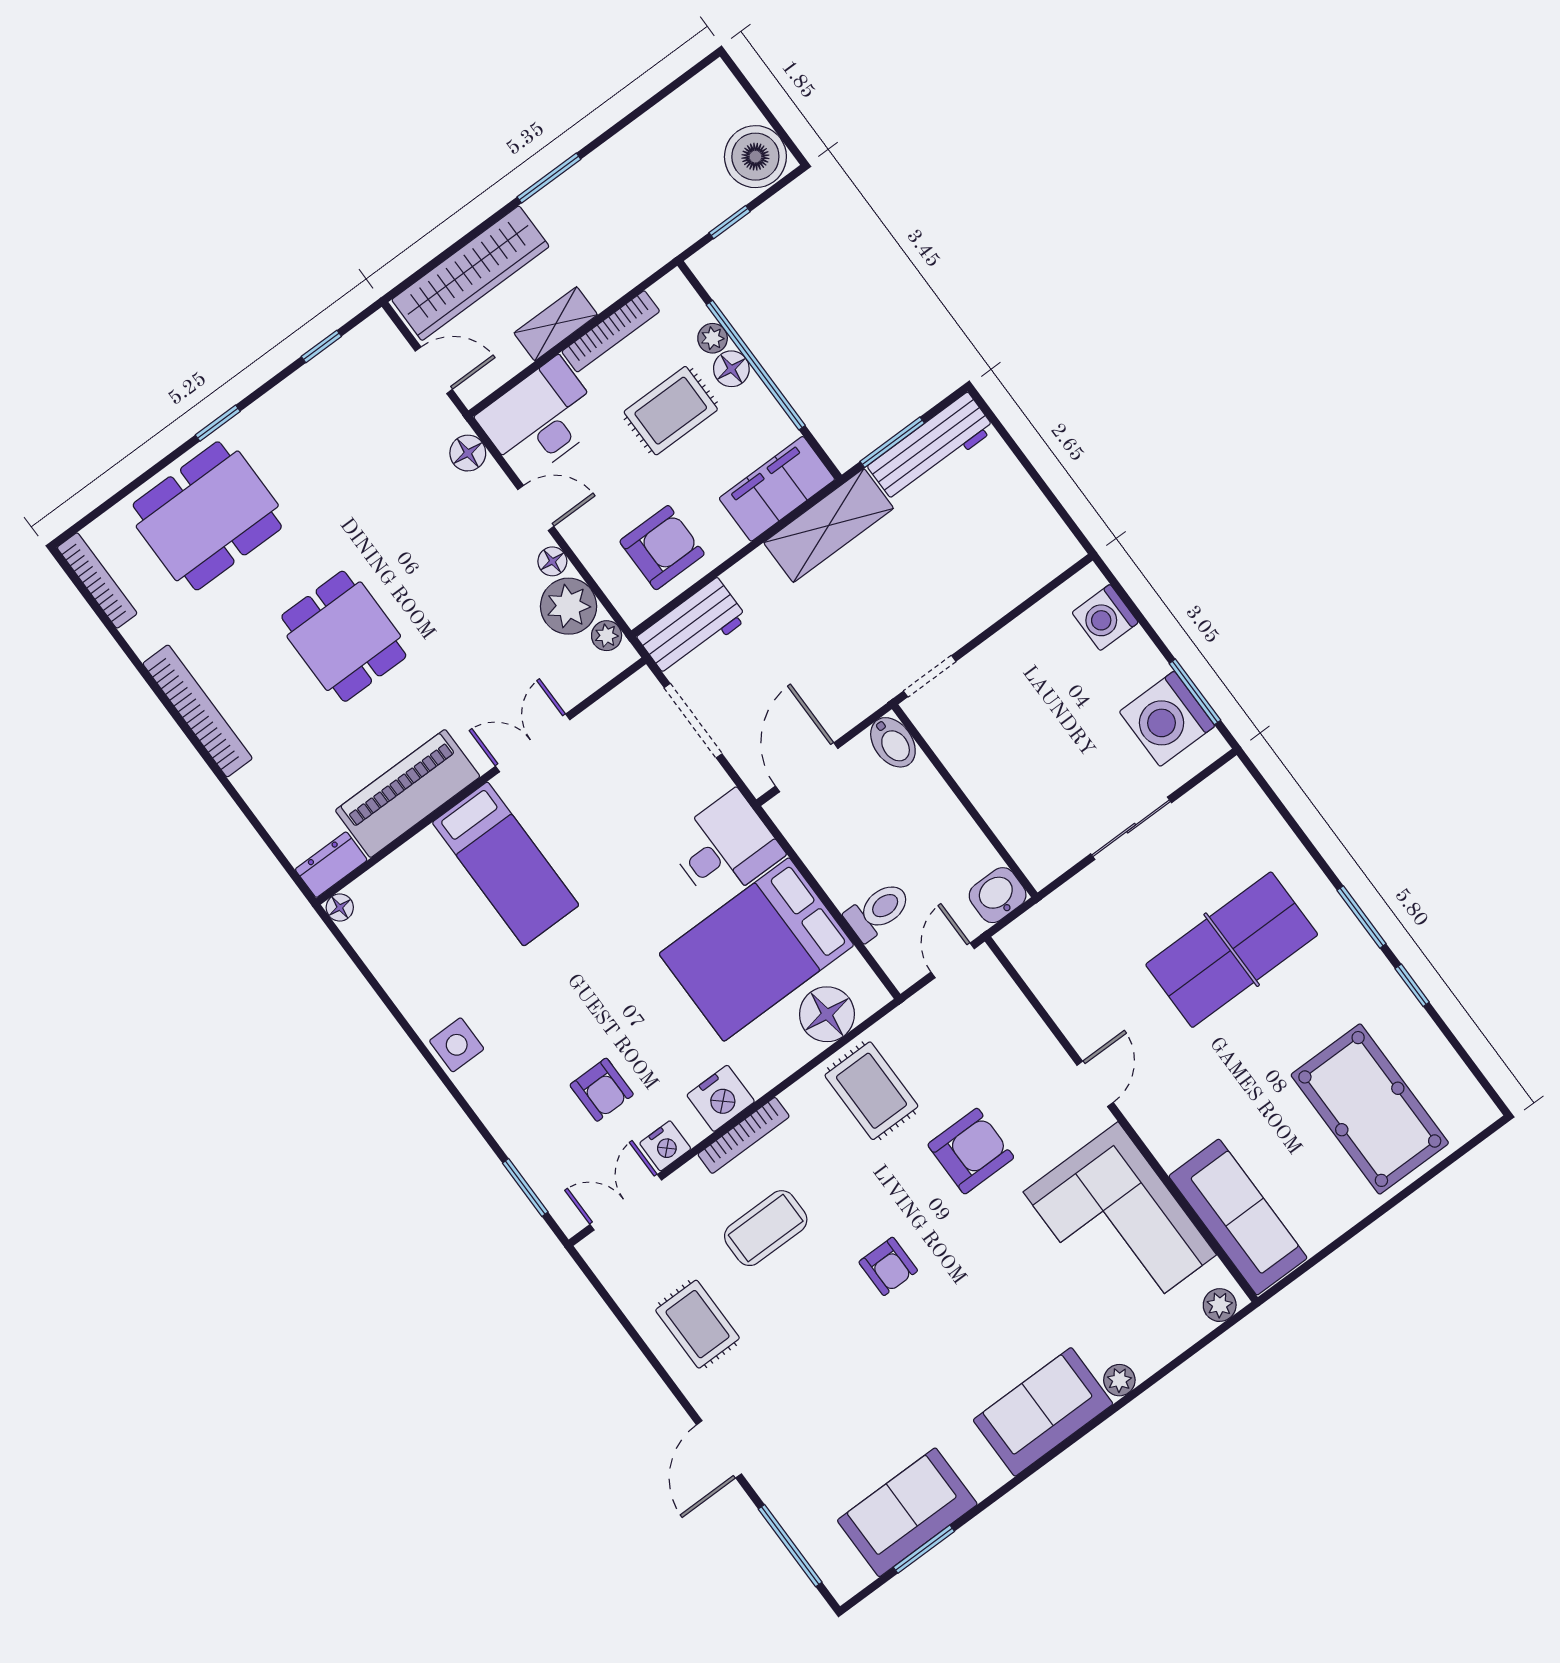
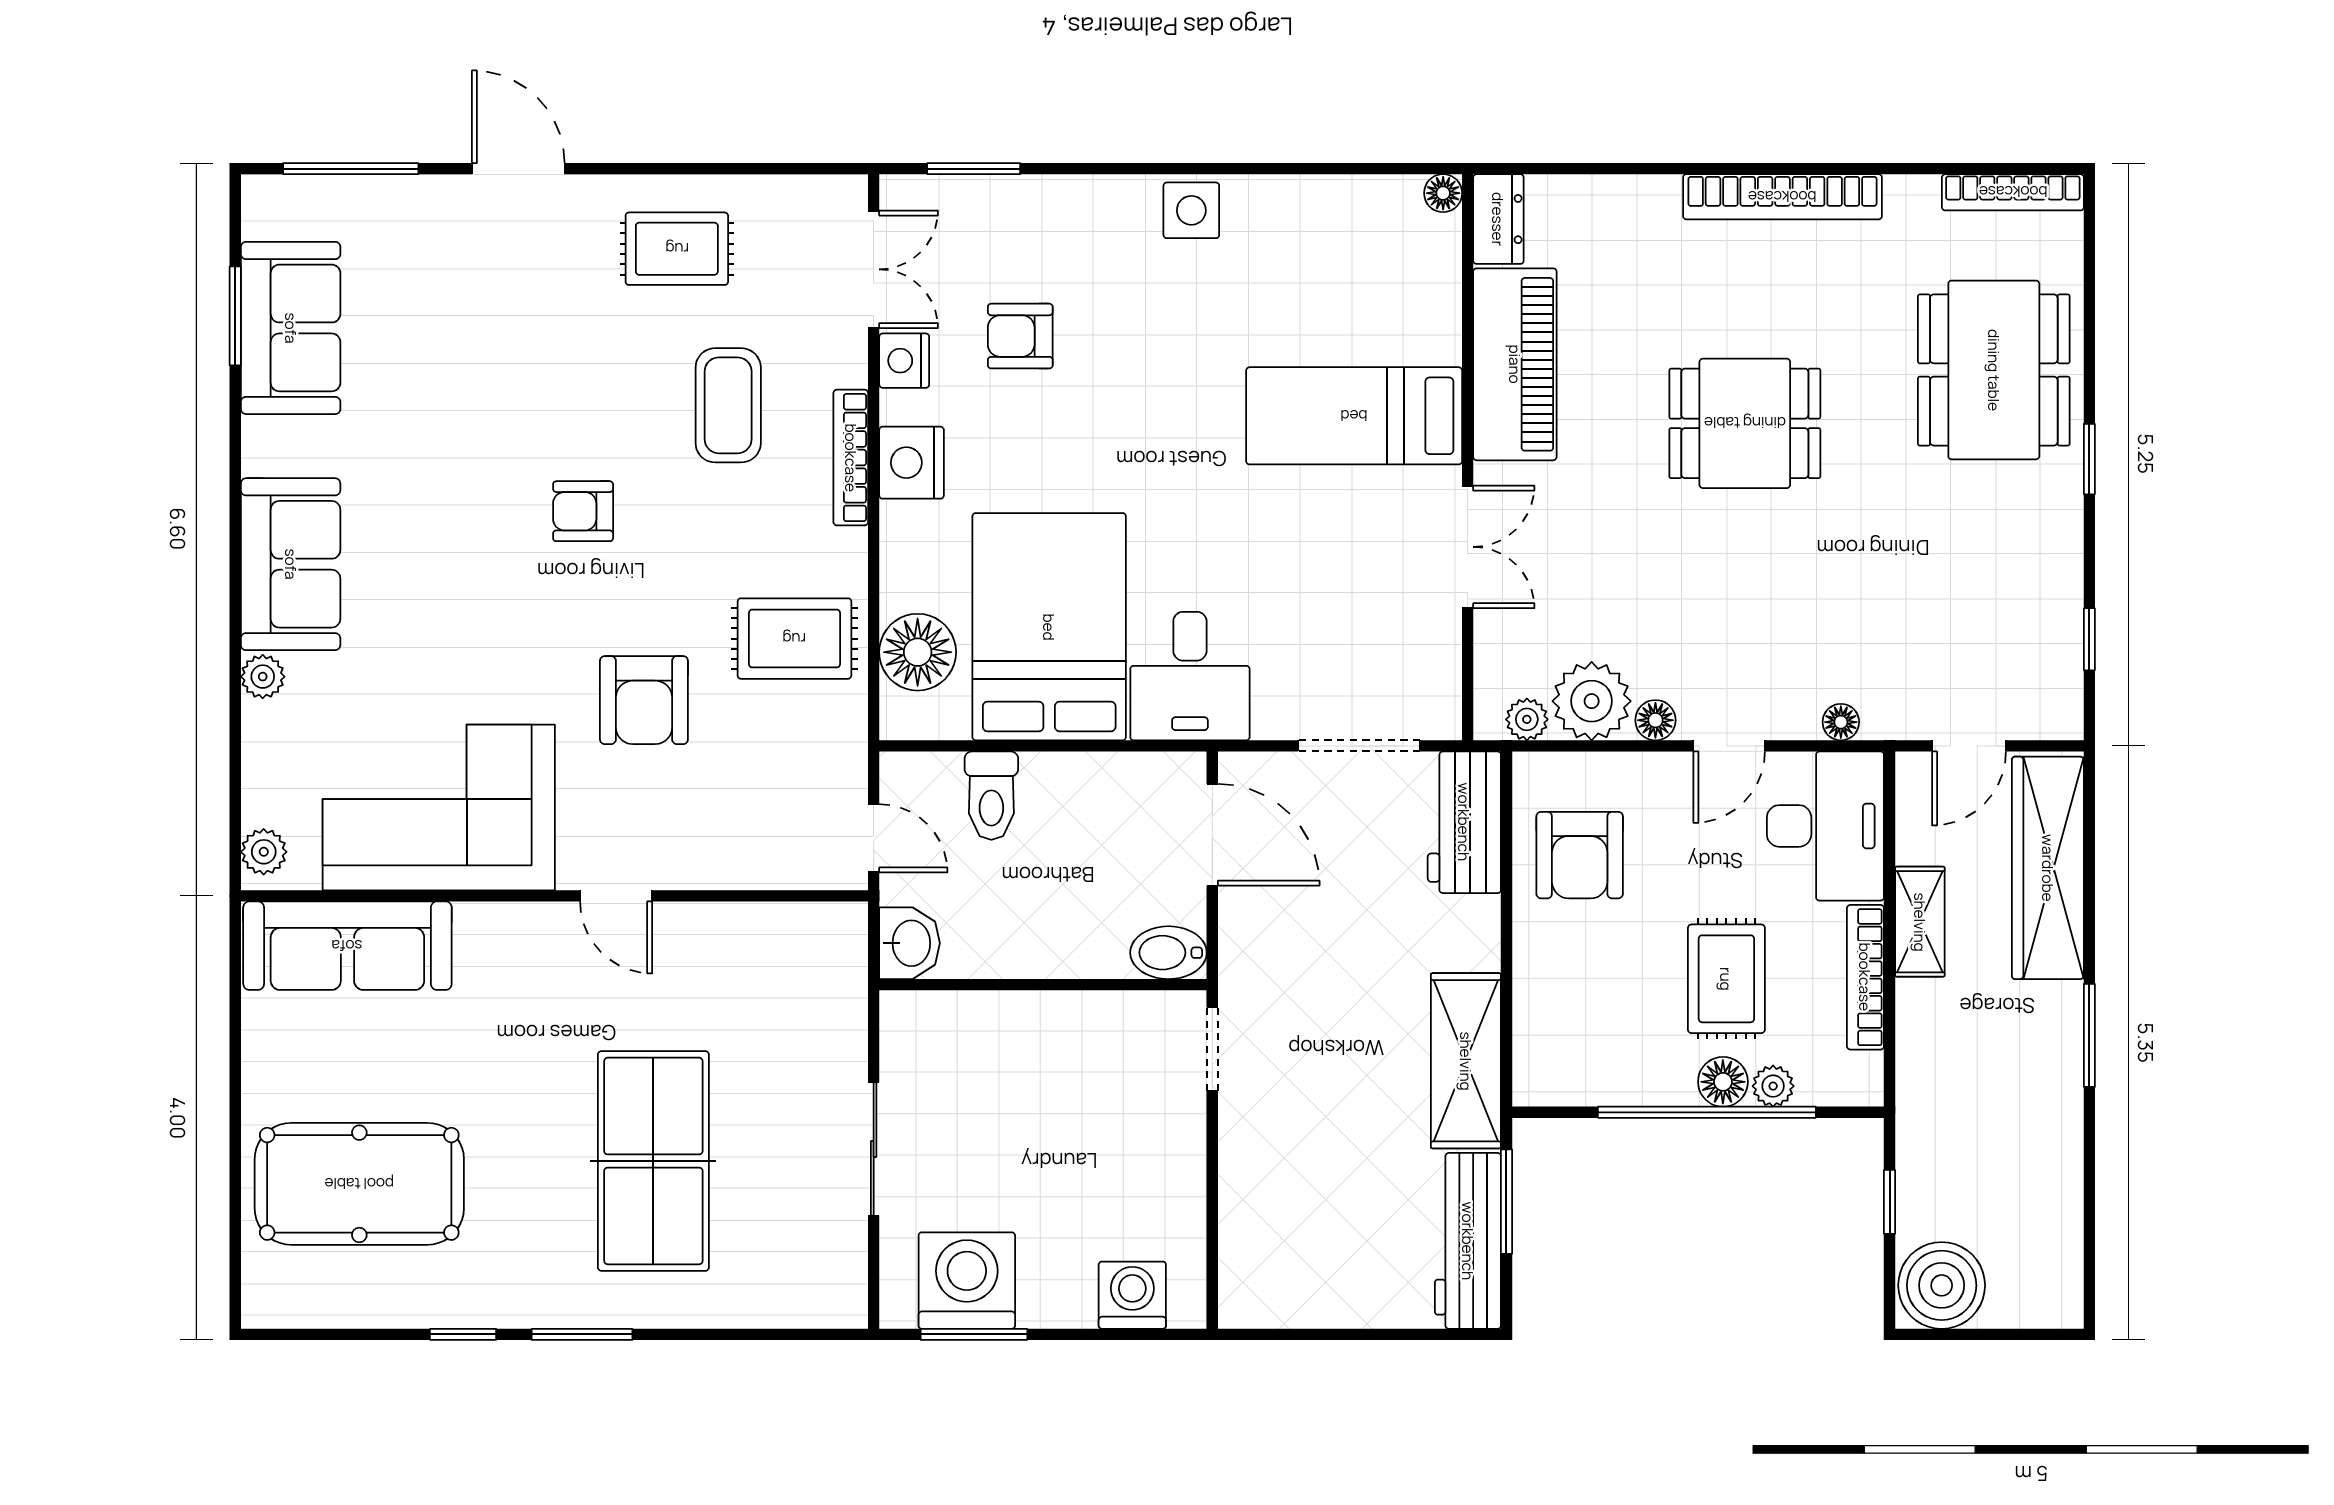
floor lamp: (468, 453) -> (1841, 722), width x0.73, depth x0.73
filing cabinet: (777, 489) -> (1550, 1033), removed

